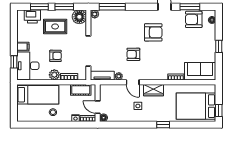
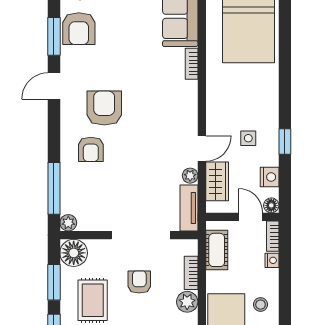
armchair: (133, 54) -> (91, 149), moved
armchair: (56, 56) -> (139, 282), moved
wardrobe: (154, 90) -> (217, 181), moved
door: (98, 107) -> (251, 217), swing flipped
nightstand: (118, 117) -> (270, 177), added
window: (163, 125) -> (285, 142), moved

